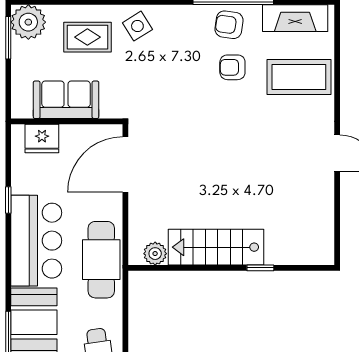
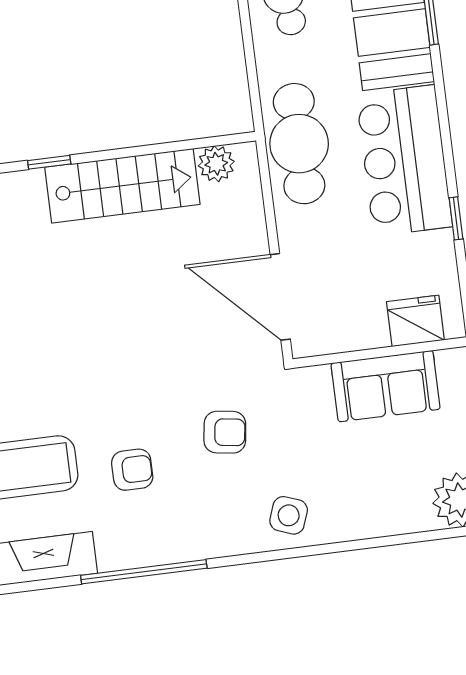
armchair: (229, 25) -> (225, 432), moved
side table: (137, 26) -> (289, 515), turned -38
rug: (87, 37) -> (364, 488), removed
door: (125, 164) -> (280, 297), swing flipped

